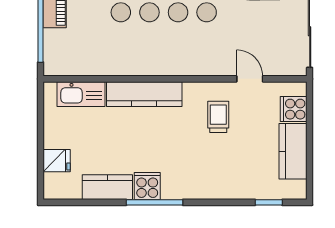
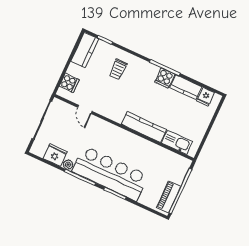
trolley: (218, 117) -> (118, 69), moved
kitchen counter: (293, 151) -> (85, 50), moved
fridge: (57, 161) -> (206, 97), moved, turned -90

